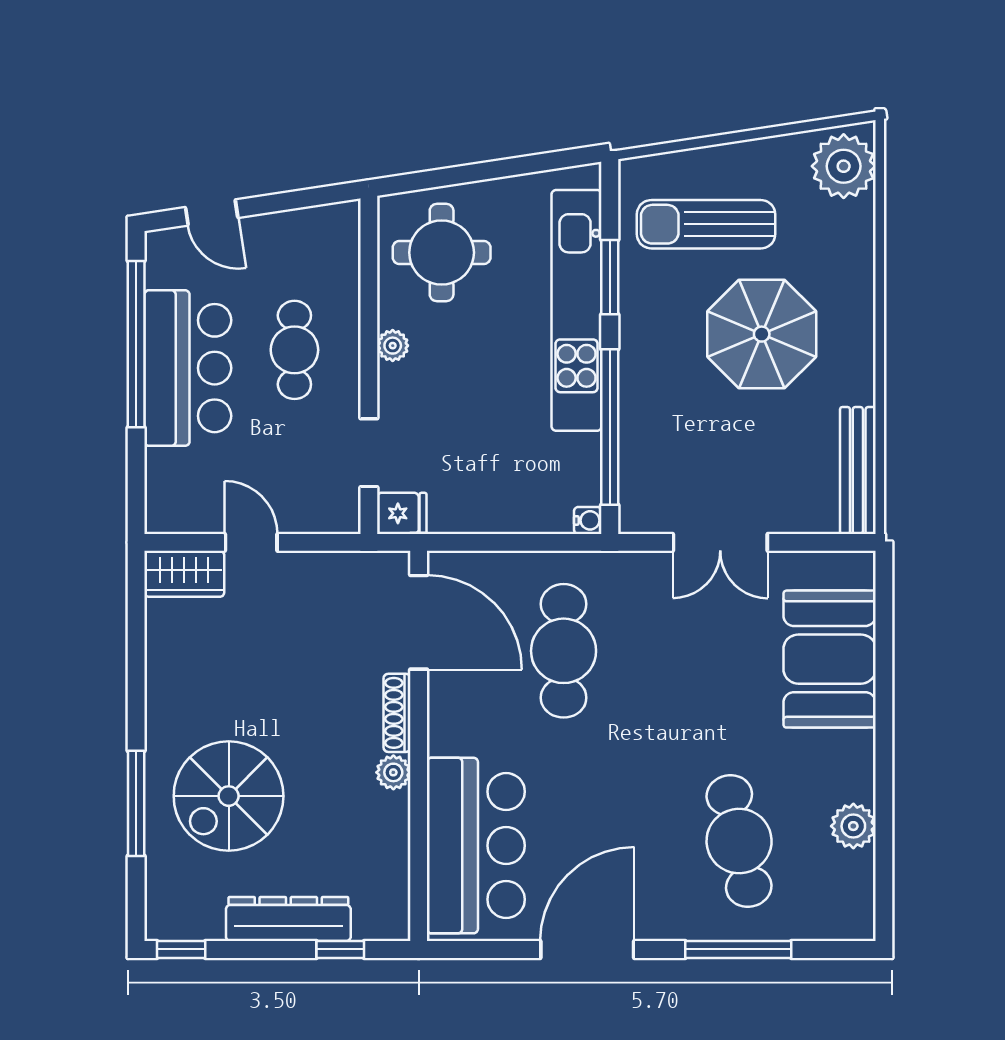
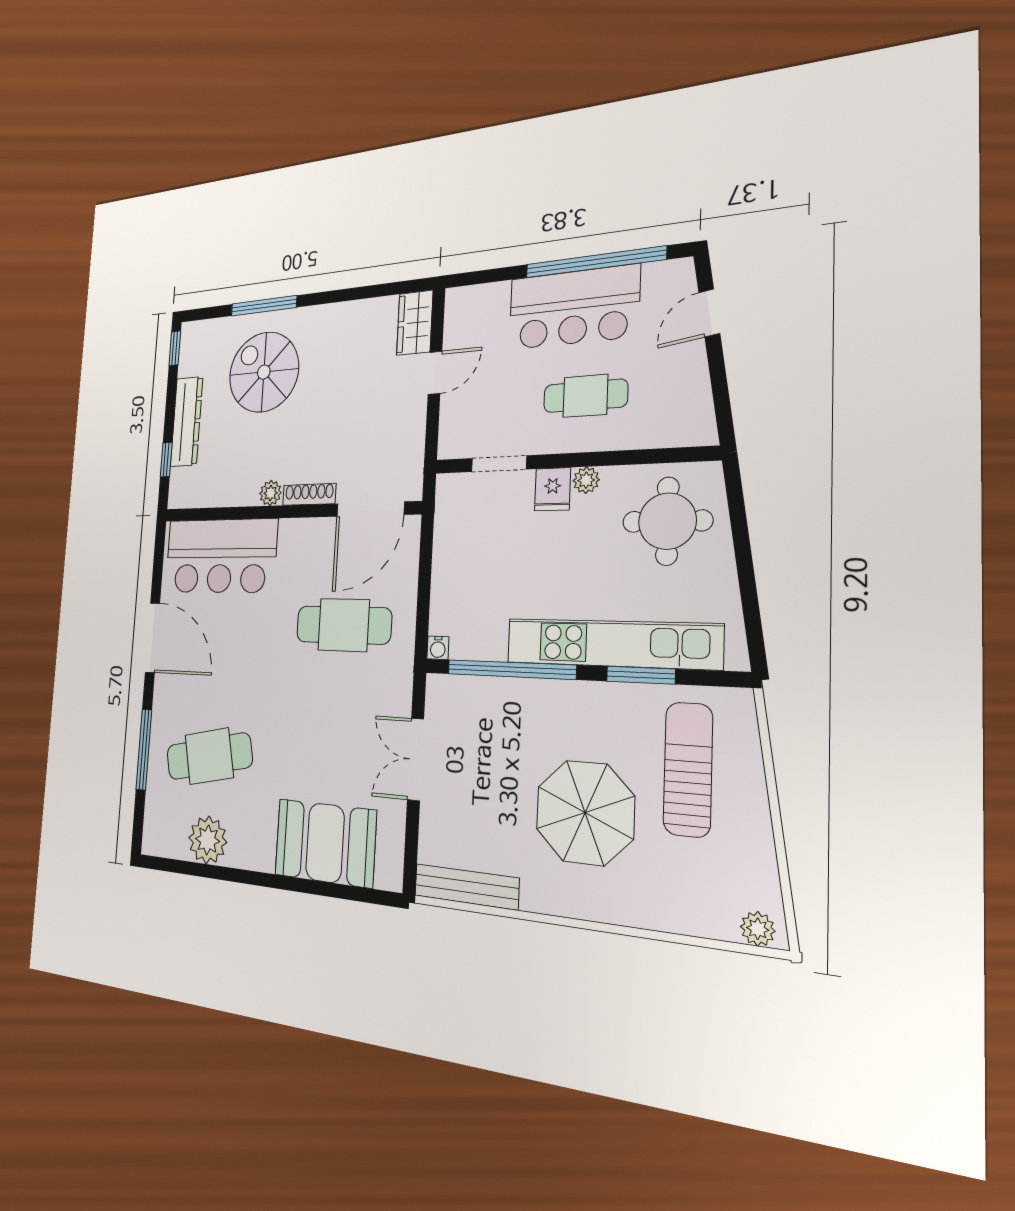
plant: (844, 166) -> (758, 929), width x0.53, depth x0.53
fridge: (402, 513) -> (553, 489), moved
plant: (853, 826) -> (208, 840), width x1.36, depth x1.36

